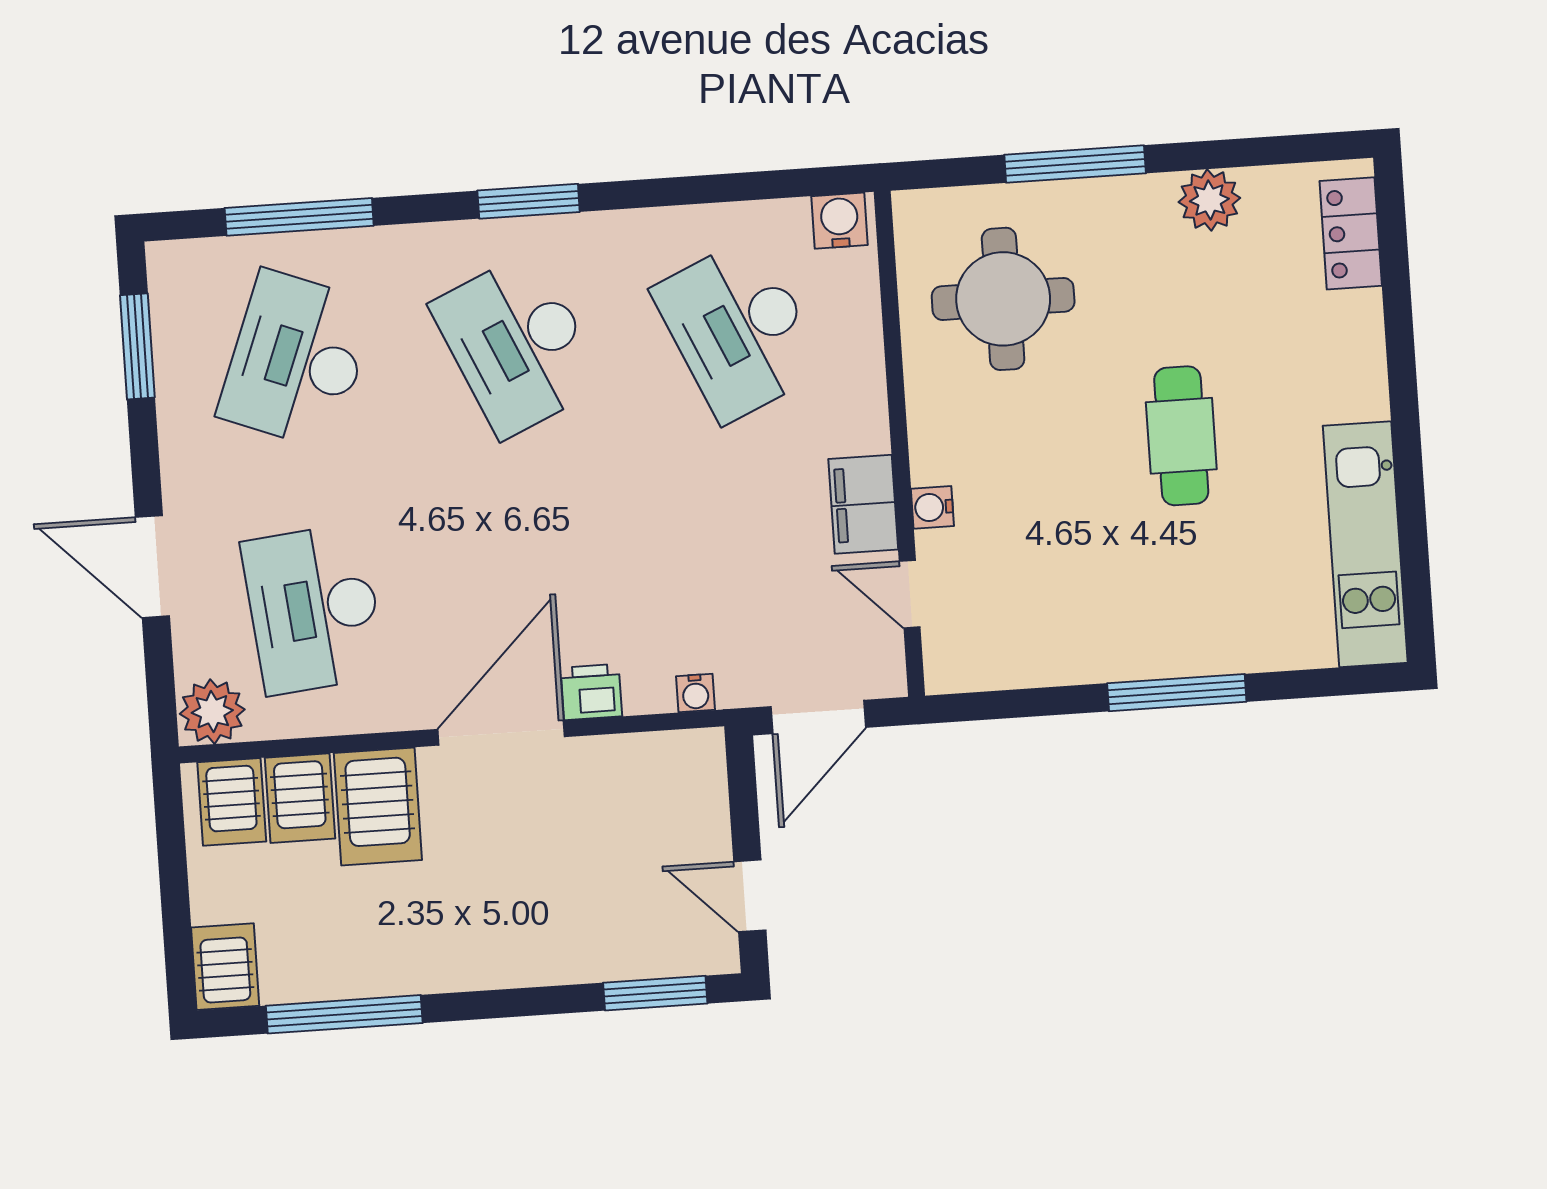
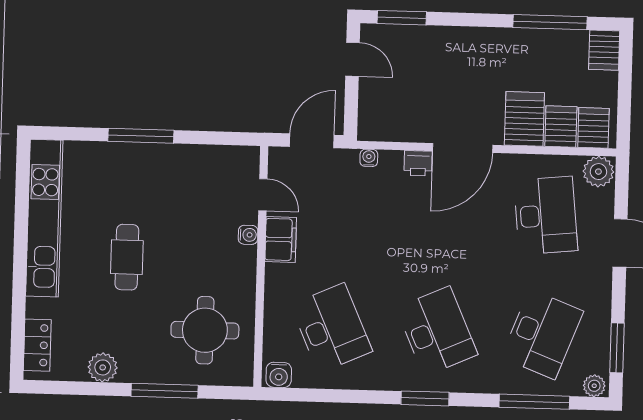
plant: (177, 263) -> (594, 386), added
kitchen unit: (1365, 544) -> (44, 218), width x1.36

